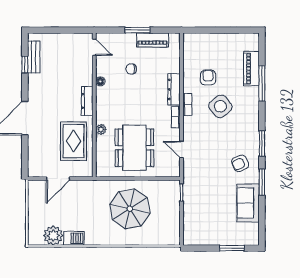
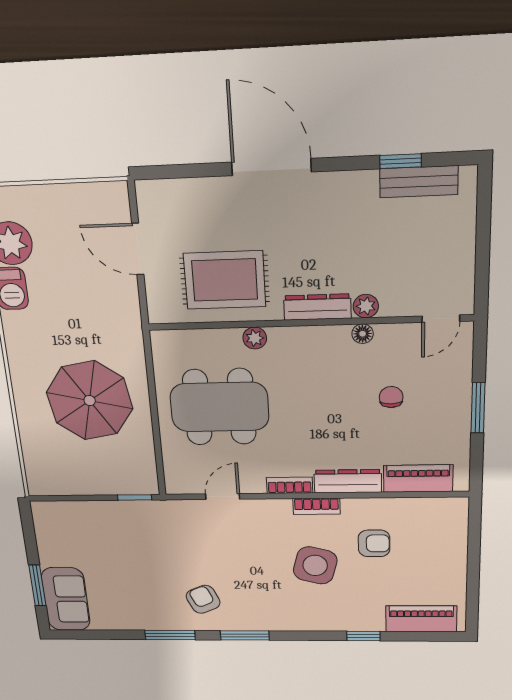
piano: (153, 40) -> (418, 479), moved, turned 90
piano: (251, 69) -> (421, 619), moved
plant: (87, 80) -> (366, 306), added
window: (262, 83) -> (363, 636), width x0.46
side table: (220, 106) -> (315, 565), turned -36
sofa: (248, 203) -> (66, 599), moved, turned 90

